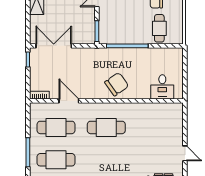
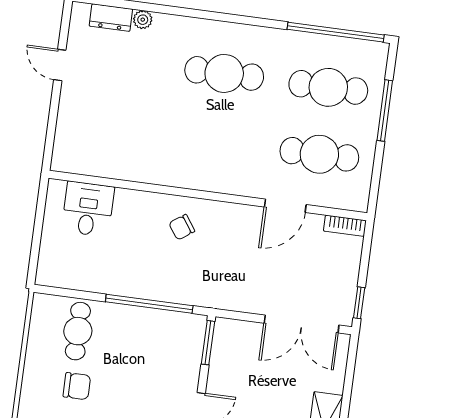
chair: (117, 84) -> (182, 227), width x0.54, depth x0.54
door: (69, 101) -> (285, 206), hinge flipped
cafe table: (106, 127) -> (224, 73), moved

